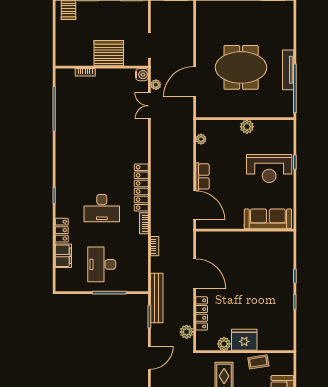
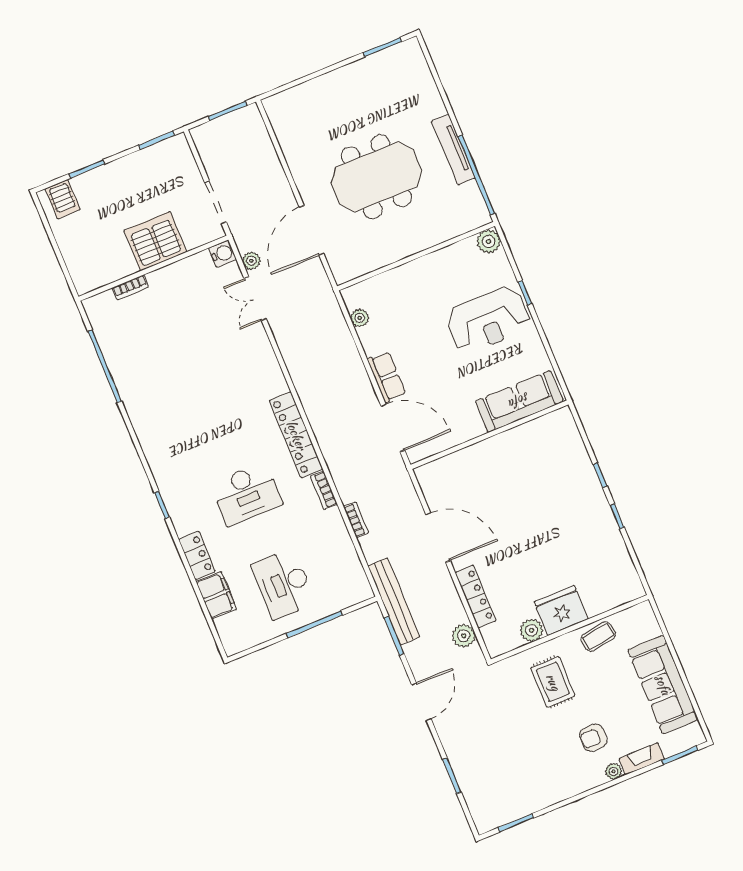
plant: (247, 127) -> (489, 241), moved

